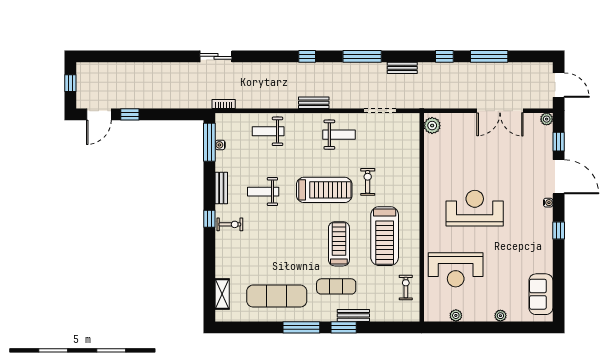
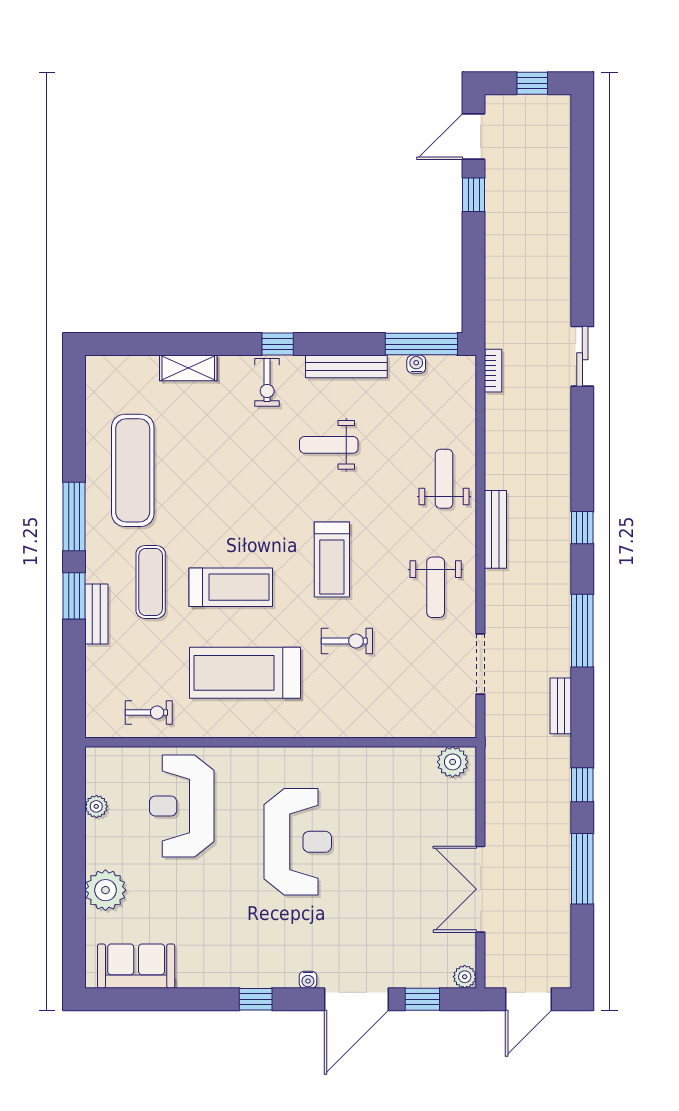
bench: (314, 103) -> (495, 529), width x1.36
door: (99, 114) -> (474, 137), hinge flipped
weight bench: (268, 131) -> (444, 479), moved
bench: (221, 188) -> (346, 366), width x1.36
treadmill: (324, 190) -> (332, 560), width x0.73, depth x0.73
weight bench: (263, 192) -> (329, 445), turned -90
shelving: (222, 294) -> (188, 368), moved
plant: (500, 316) -> (105, 890), width x1.88, depth x1.88

